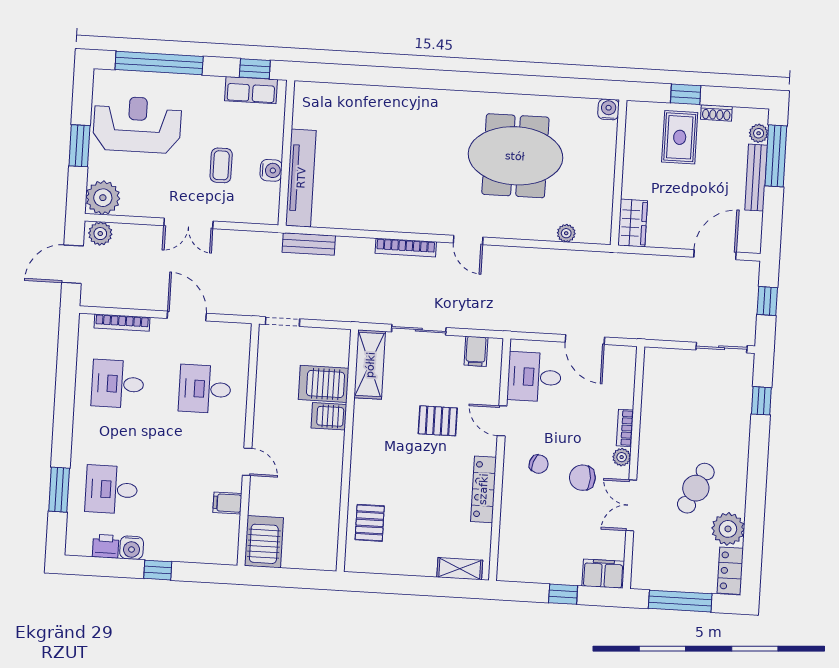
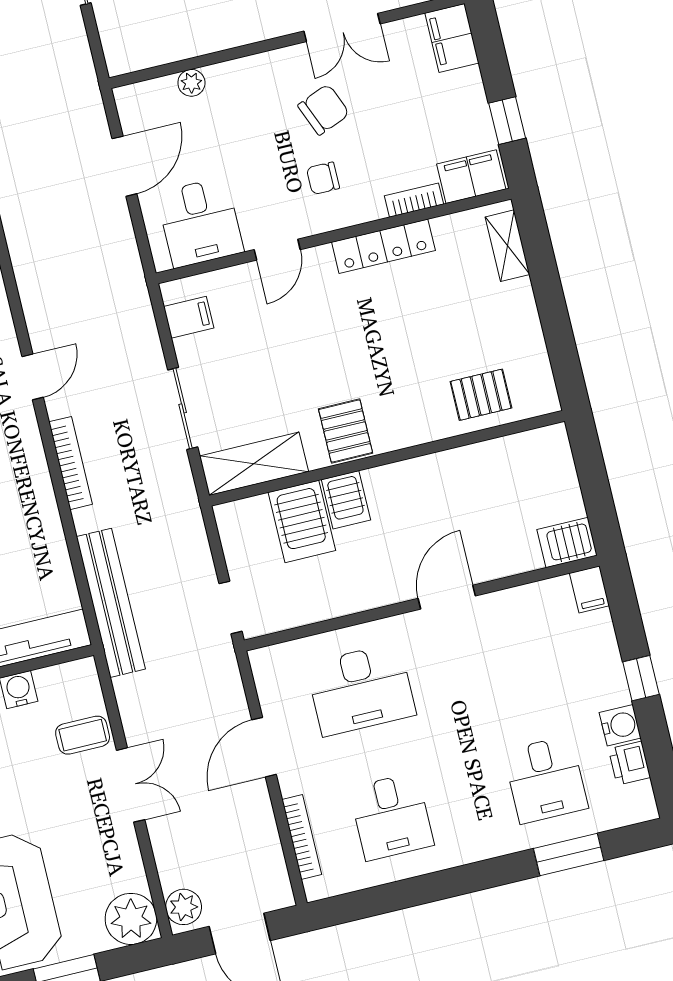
coffee table: (221, 165) -> (83, 735), moved
bench: (309, 244) -> (111, 603), width x1.86, depth x1.21
desk: (205, 389) -> (361, 689), width x1.37
pallet: (438, 421) -> (346, 431), moved
bookcase: (625, 428) -> (414, 200), moved, turned 180
plant: (622, 457) -> (191, 83), moved
door: (247, 462) -> (447, 597), width x1.38
chair: (539, 464) -> (323, 178), turned -109
chair: (582, 478) -> (324, 110), turned -112
filing cabinet: (227, 503) -> (589, 589), moved
server rack: (264, 542) -> (567, 542), width x0.73, depth x0.70
filing cabinet: (511, 559) -> (471, 177), added
window: (563, 594) -> (507, 121), moved

